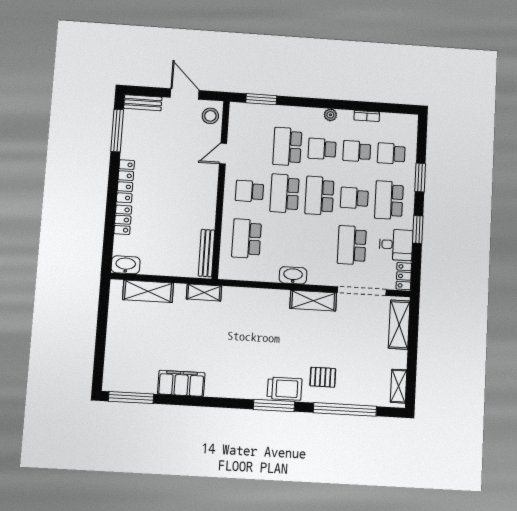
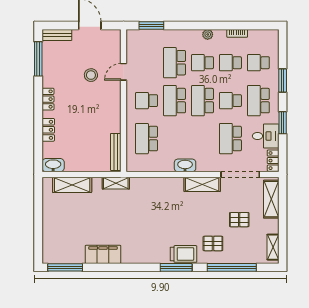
stool: (210, 116) -> (91, 75), moved
locker: (125, 181) -> (48, 99), width x0.66
pallet: (358, 348) -> (239, 220), added

